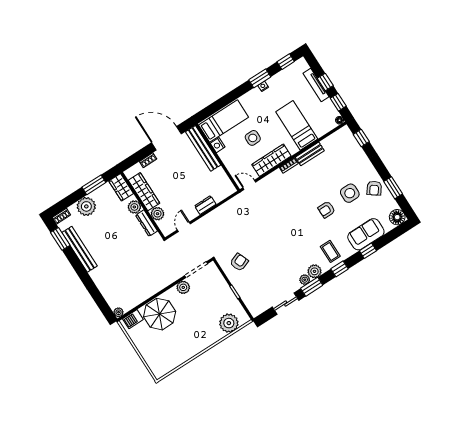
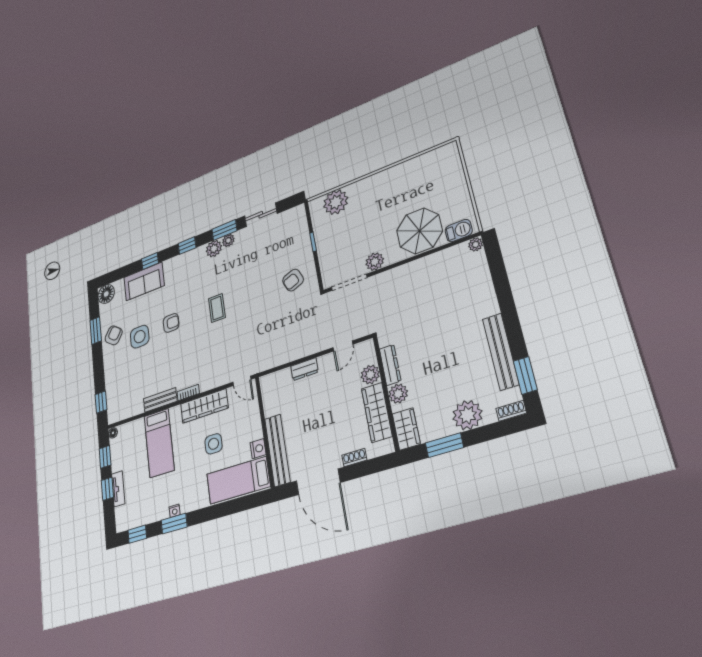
tv unit: (316, 85) -> (118, 489), width x0.71
coffee table: (330, 251) -> (217, 308), moved

